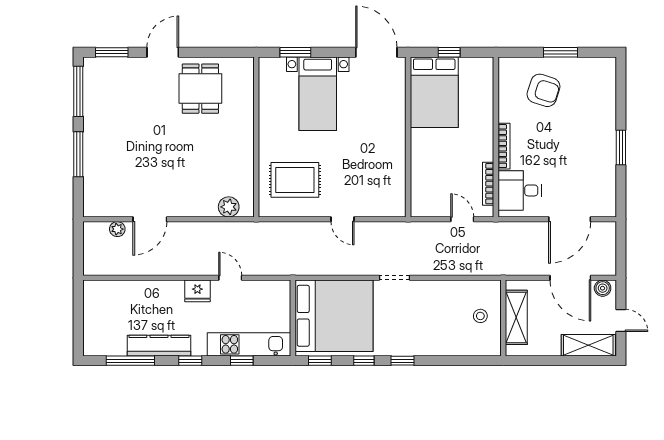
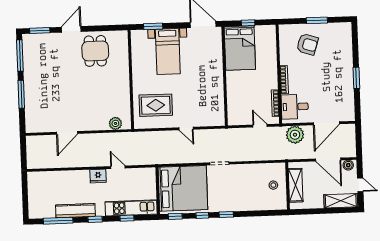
plant: (117, 229) -> (295, 135), moved, width x1.88, depth x1.88

